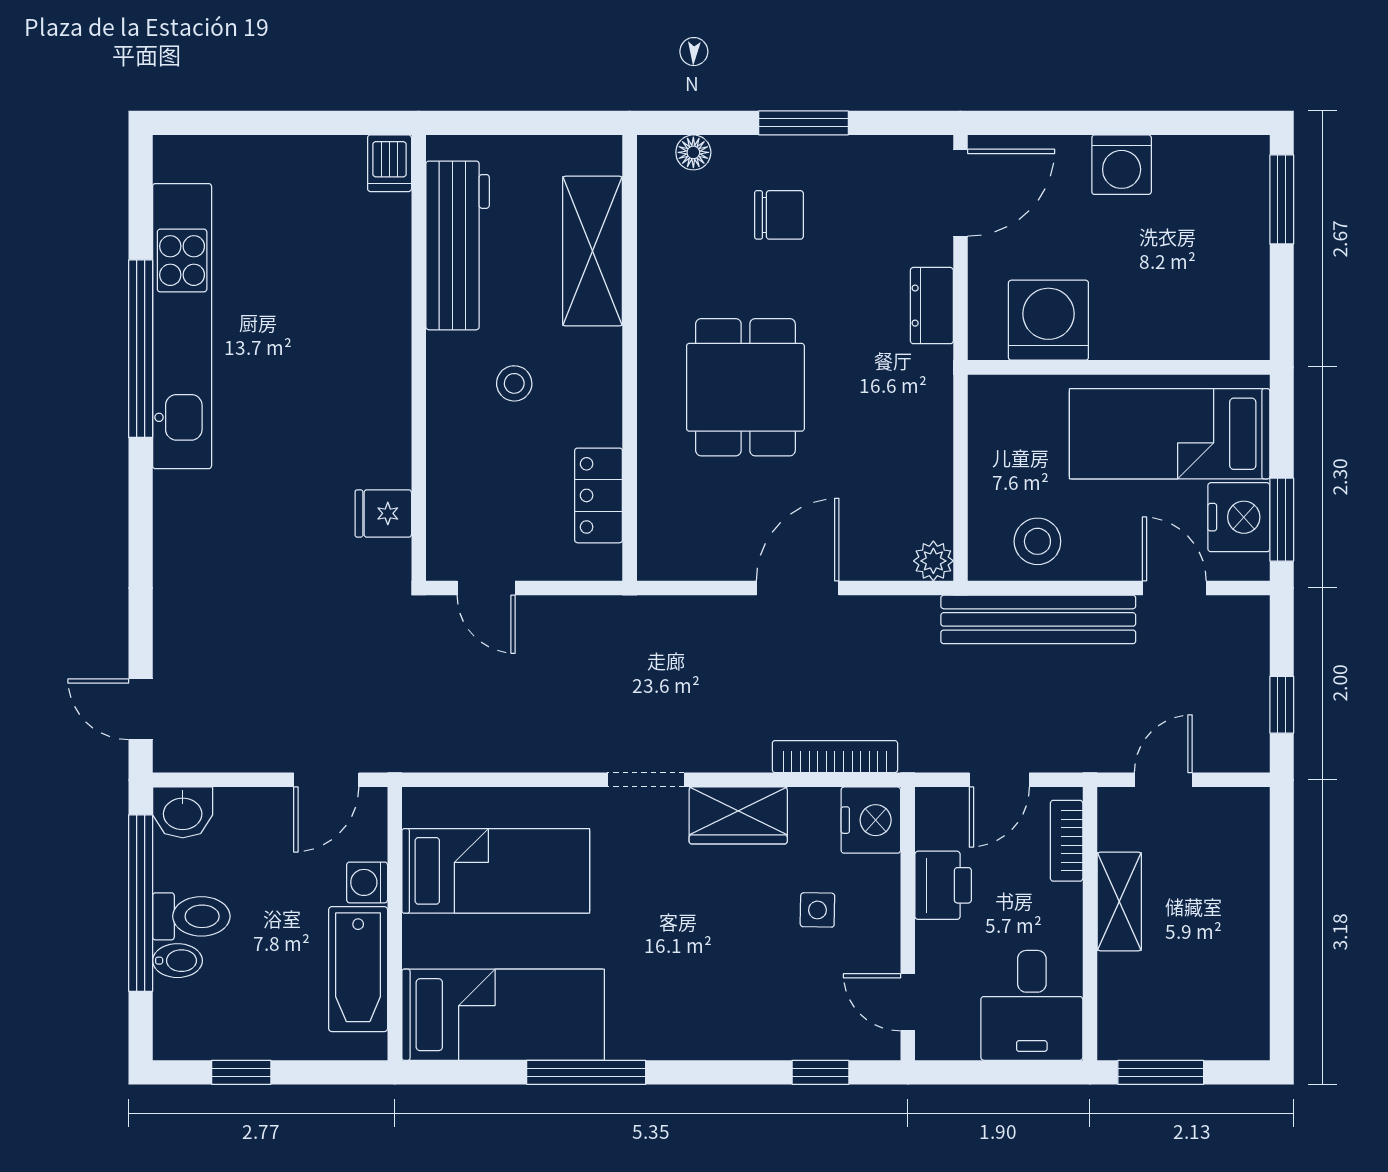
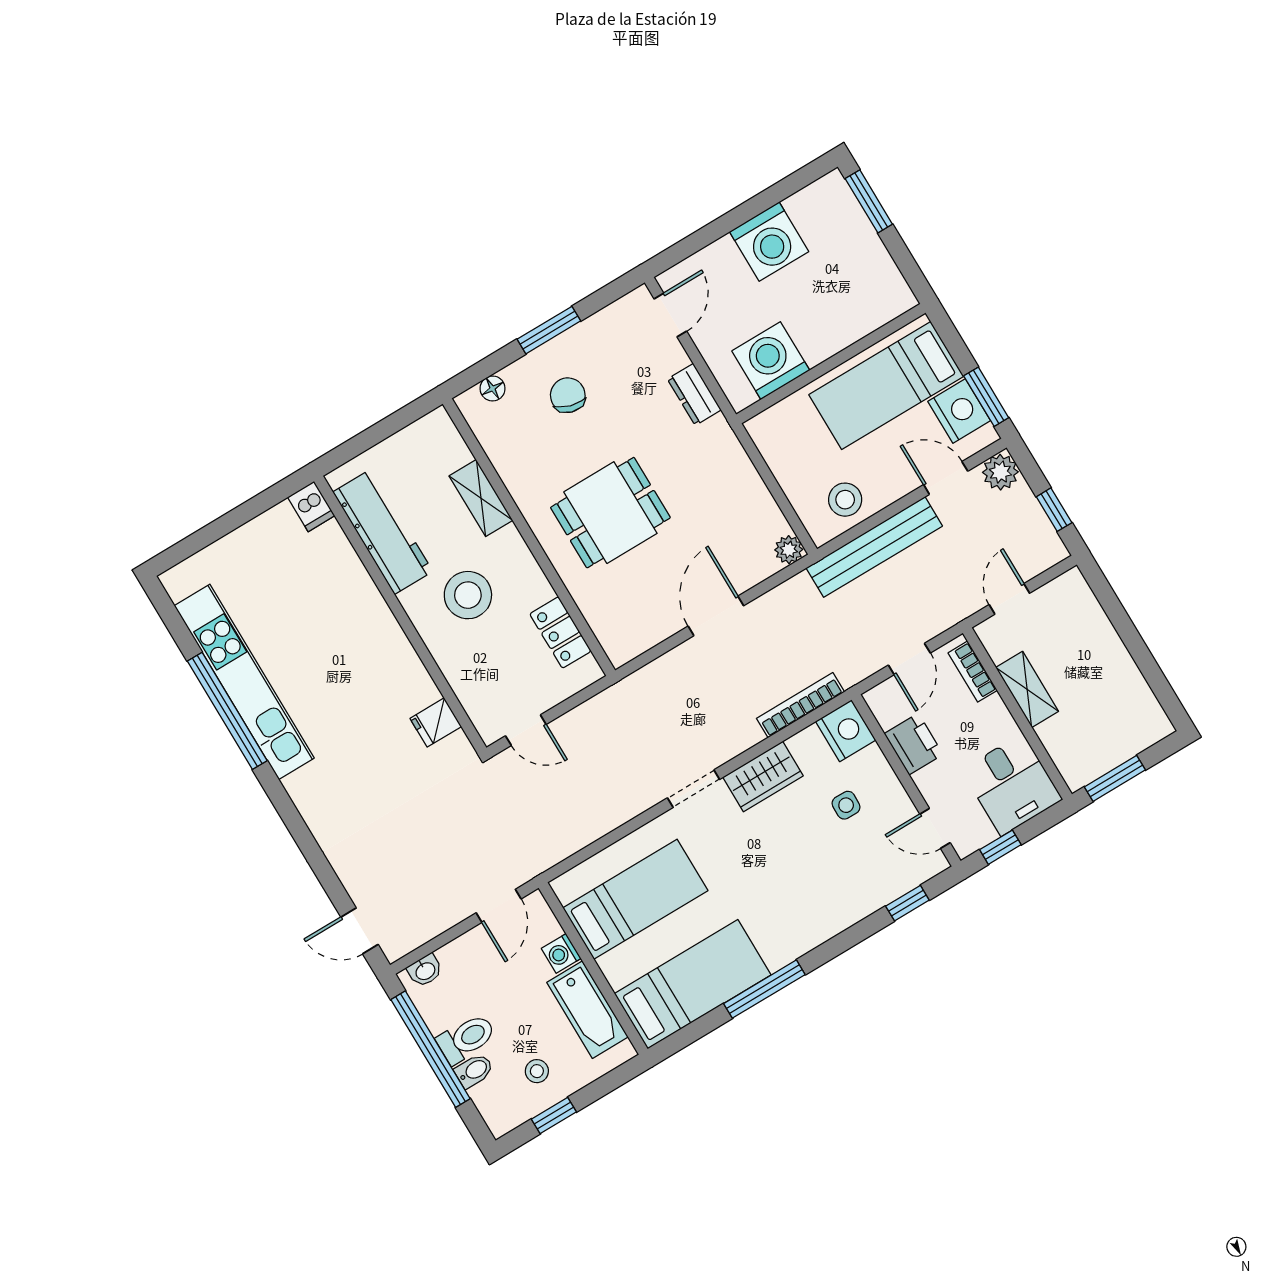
washing machine: (1122, 165) -> (769, 242), width x1.37, depth x1.37
door: (961, 193) -> (670, 315), width x0.73
chair: (779, 215) -> (568, 395), turned -74
shelving: (593, 251) -> (481, 498), width x0.67, depth x0.75
stool: (514, 383) -> (468, 595), width x1.89, depth x1.89
dining table: (745, 387) -> (610, 513), turned 90
plant: (1244, 621) -> (1000, 472), added
washbasin: (183, 812) -> (425, 971), width x0.72, depth x0.69
stool: (253, 1007) -> (537, 1071), added
window: (973, 1072) -> (1000, 847), added

